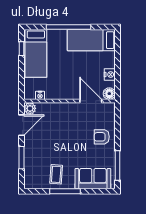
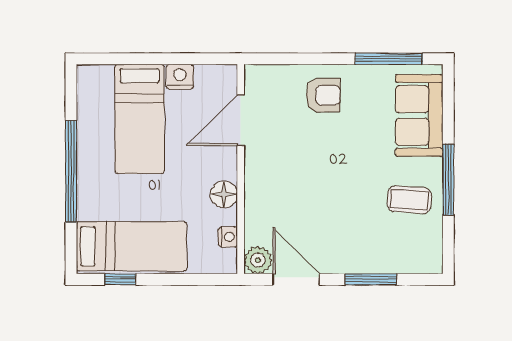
bed: (91, 40) -> (140, 119), moved
floor lamp: (109, 94) -> (224, 194), moved
armchair: (102, 137) -> (323, 95), turned -90

